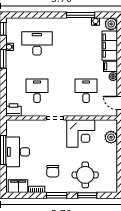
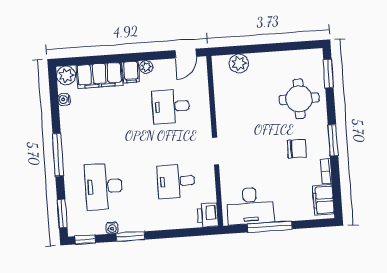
window: (21, 15) -> (62, 214), added
window: (81, 15) -> (58, 155), moved
corner desk: (81, 134) -> (236, 110), removed
desk: (18, 152) -> (250, 206), moved
window: (87, 195) -> (328, 74), moved

